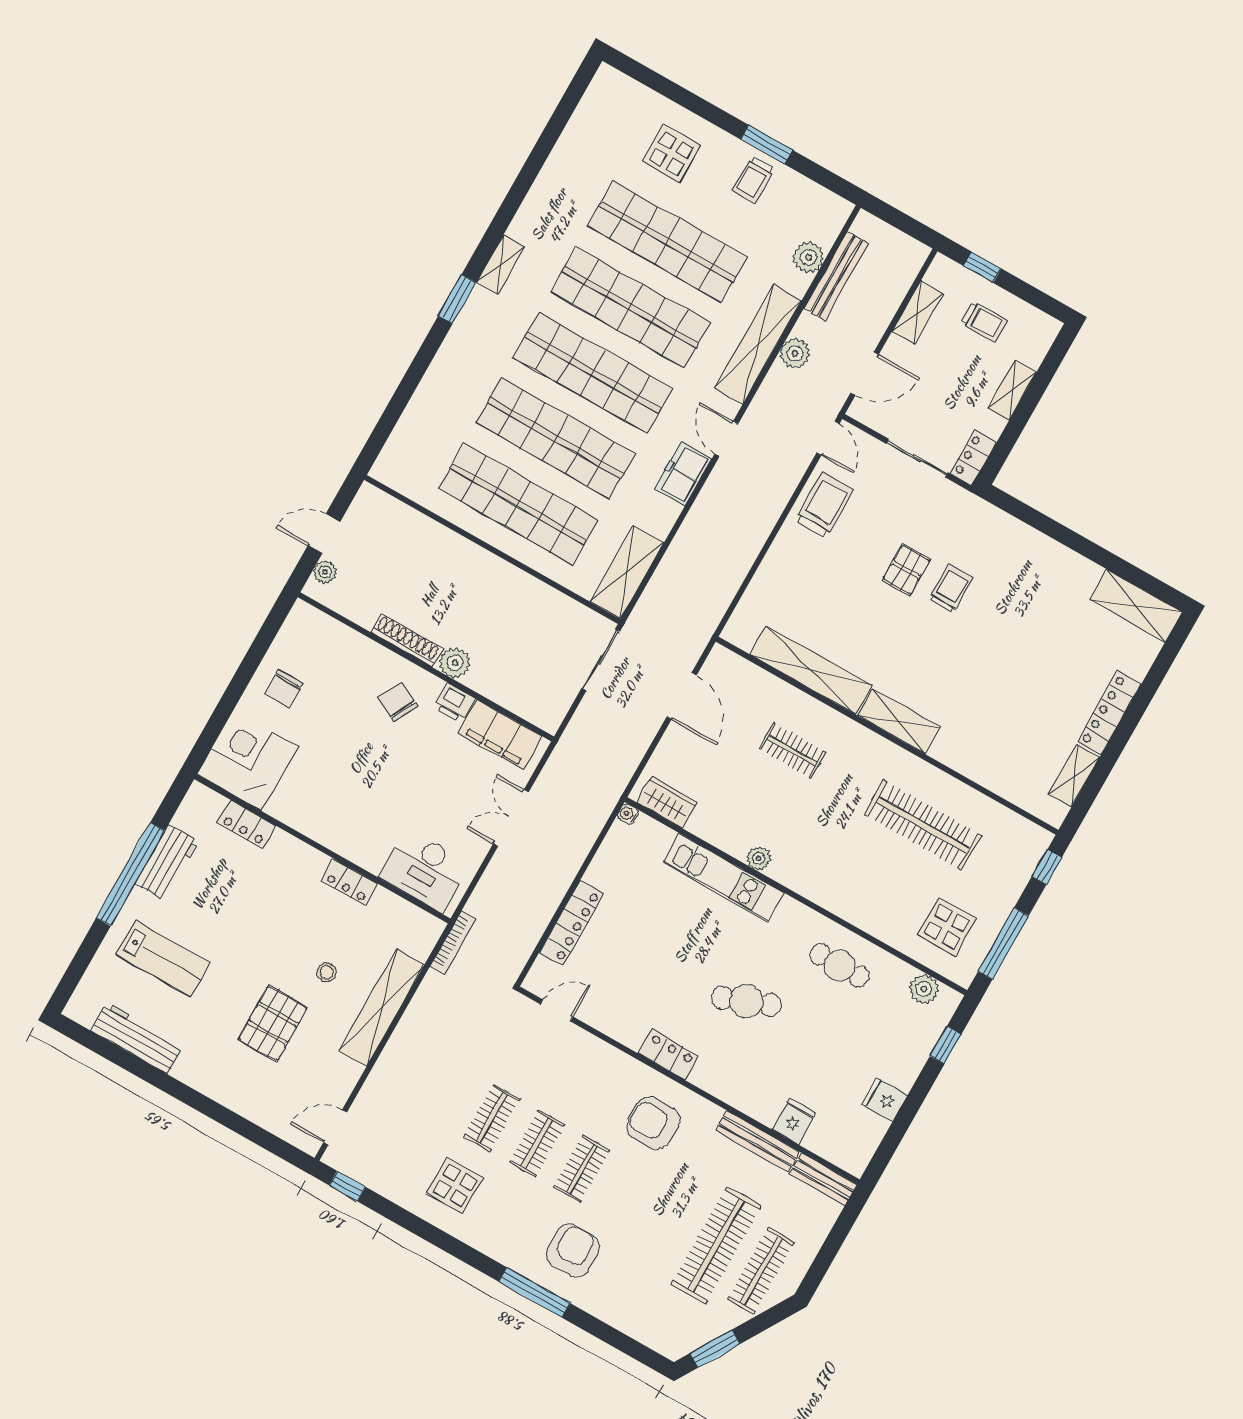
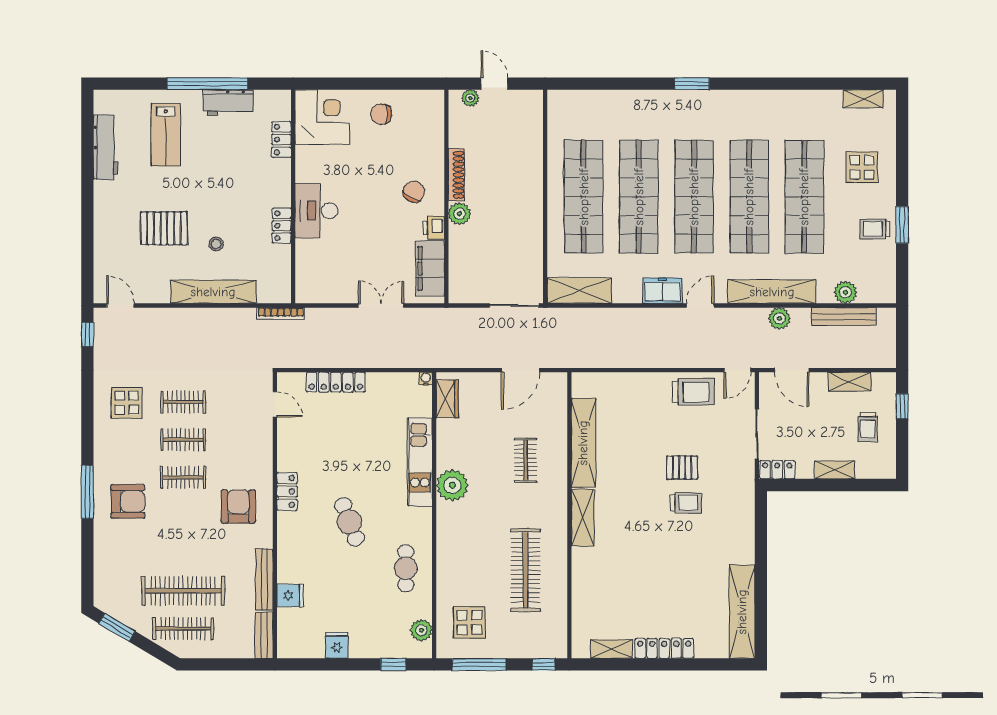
shelving: (501, 264) -> (863, 99), moved
shelving: (1136, 606) -> (742, 612), width x1.47
plant: (759, 858) -> (452, 485), width x1.87, depth x1.87
desk: (425, 870) -> (316, 211), moved

